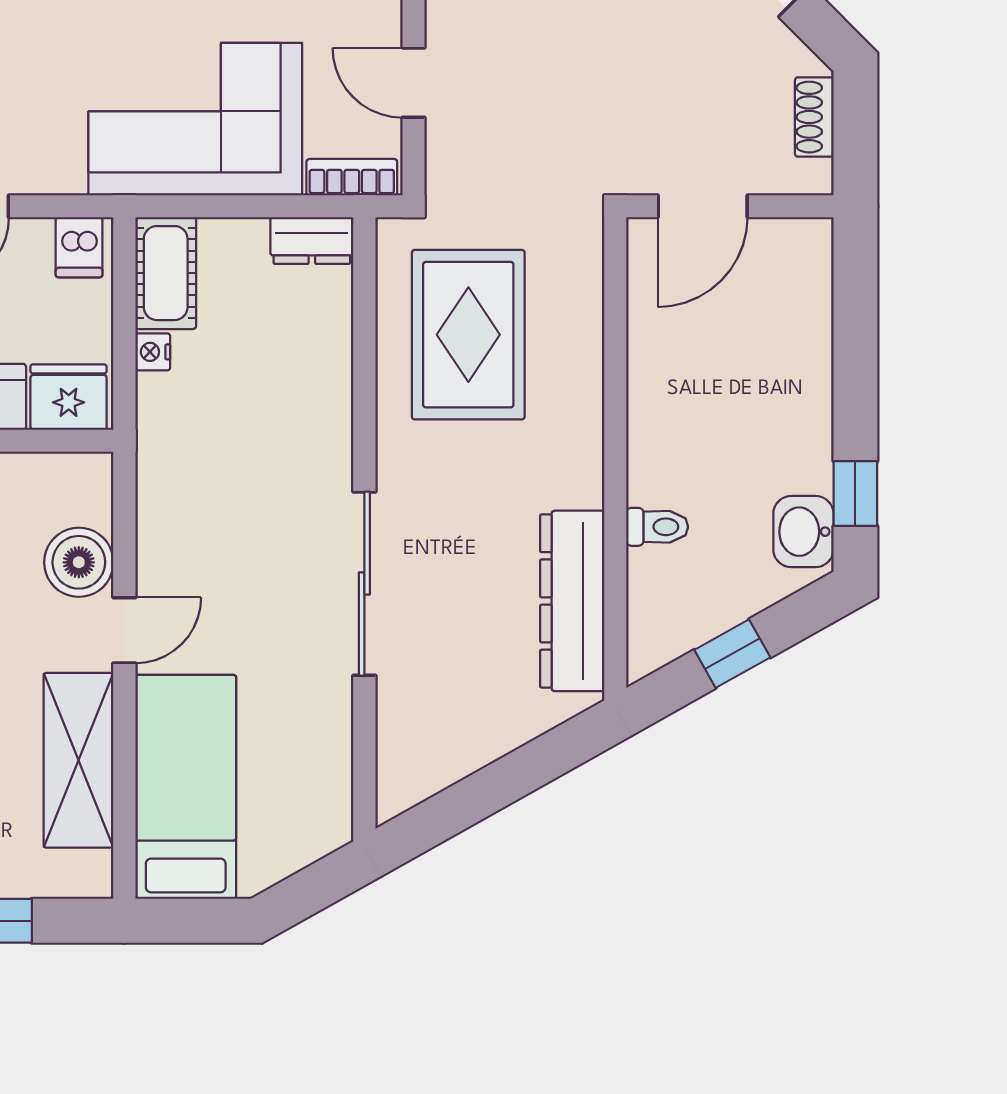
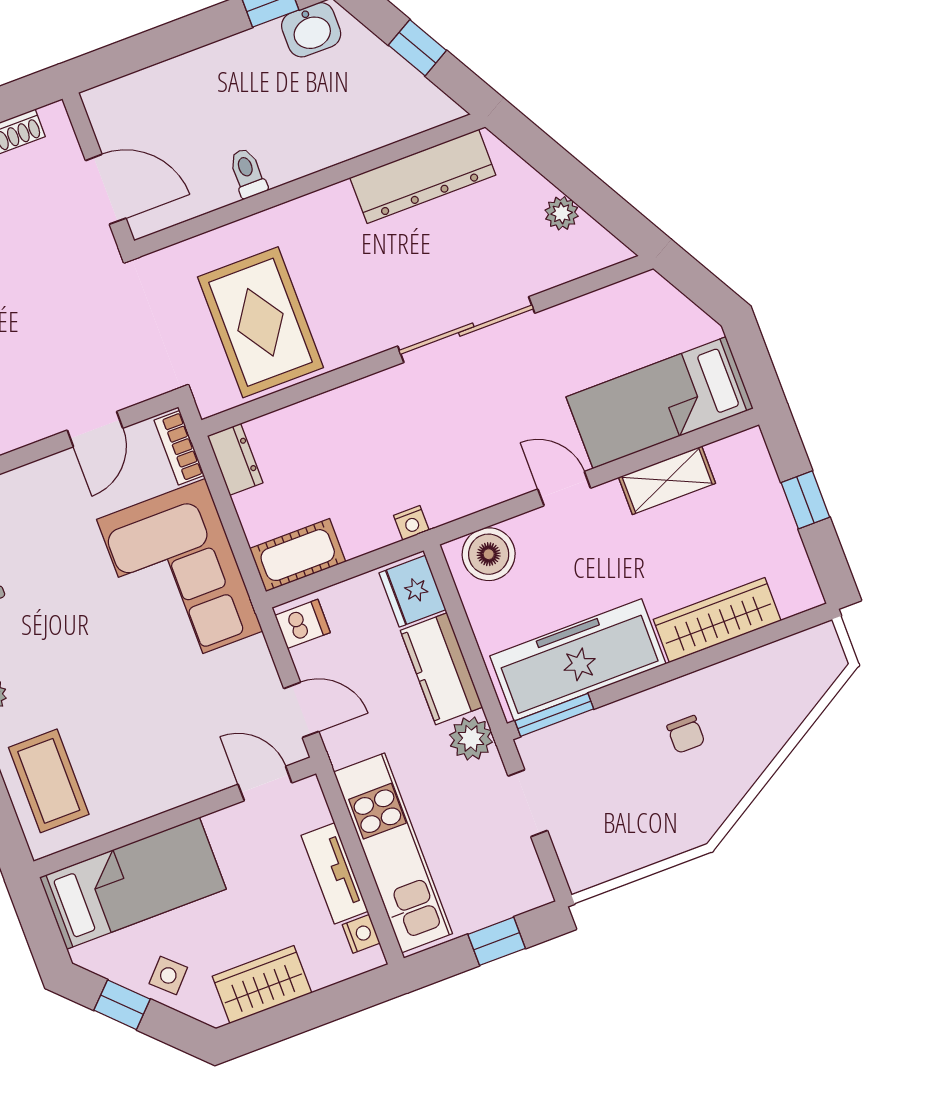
rug: (468, 335) -> (260, 322), turned 90
nightstand: (153, 352) -> (411, 523), moved
toilet: (657, 527) -> (248, 173), moved
boiler: (79, 562) -> (489, 554), moved
plant: (463, 754) -> (562, 213), added
shelving: (78, 760) -> (667, 480), width x0.67, depth x0.75

